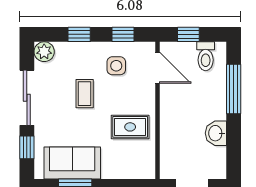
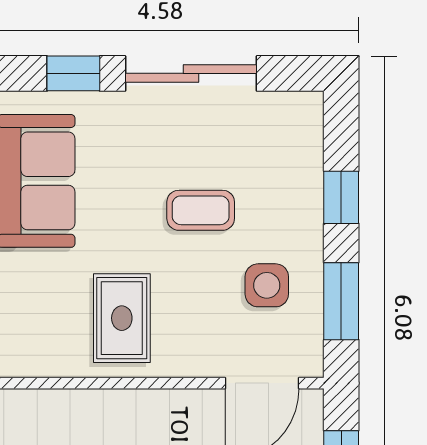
window: (123, 34) -> (341, 301), width x1.50
plant: (44, 52) -> (300, 114), removed

